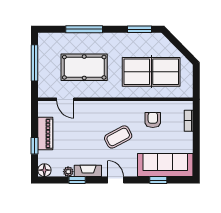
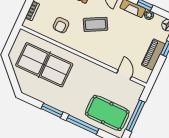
window: (139, 29) -> (52, 110), moved
pool table: (84, 67) -> (107, 113), moved

